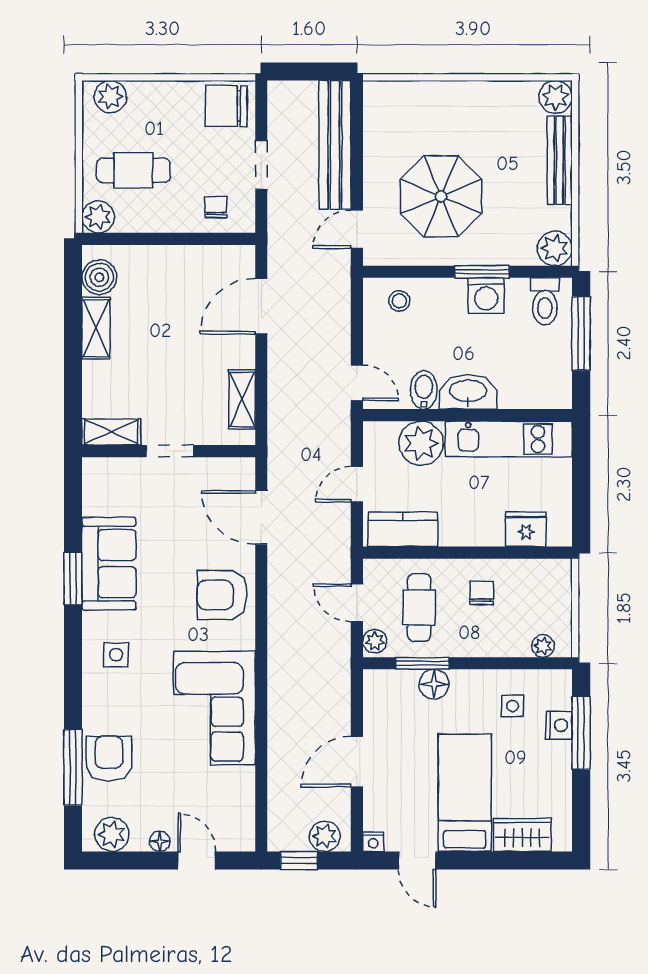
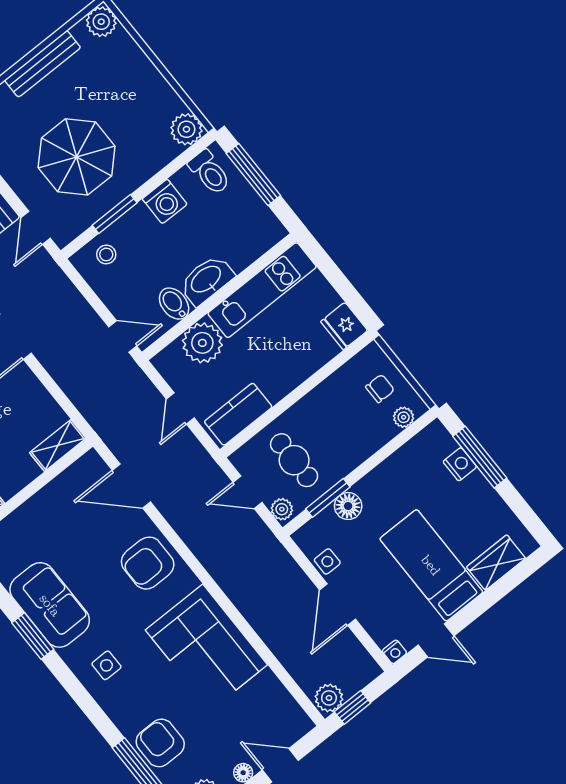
bench: (560, 160) -> (43, 64), moved, turned 90
window: (482, 272) -> (115, 214), moved
shelving: (242, 399) -> (58, 445), moved, turned 90
doorway: (170, 451) -> (29, 491), removed
fridge: (526, 529) -> (344, 326), moved, turned -90
chair: (482, 593) -> (380, 388), moved, turned 90
side table: (512, 706) -> (327, 561), moved
plant: (325, 836) -> (329, 698), moved

